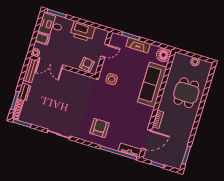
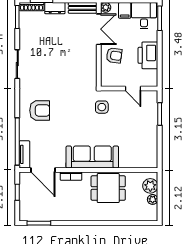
fireplace: (138, 45) -> (152, 126), removed
floor lamp: (163, 55) -> (149, 160), removed
plant: (184, 60) -> (150, 186), added
double door: (51, 63) -> (99, 29), swing flipped
armchair: (87, 64) -> (114, 55), moved
sofa: (152, 85) -> (92, 157), moved
dining table: (186, 93) -> (108, 188), moved

